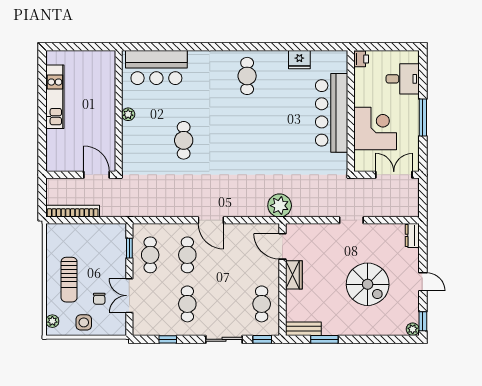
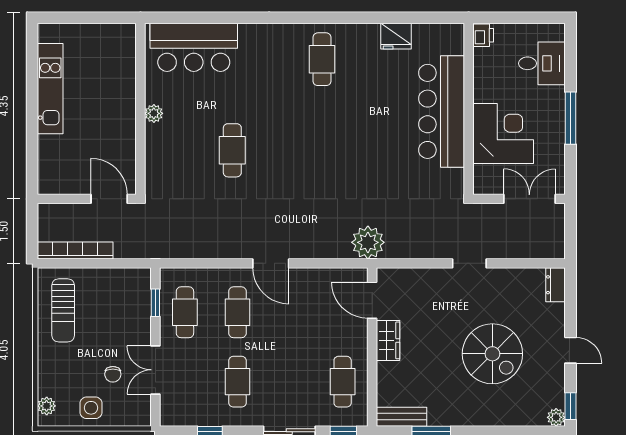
sun lounger: (69, 280) -> (63, 310), moved

